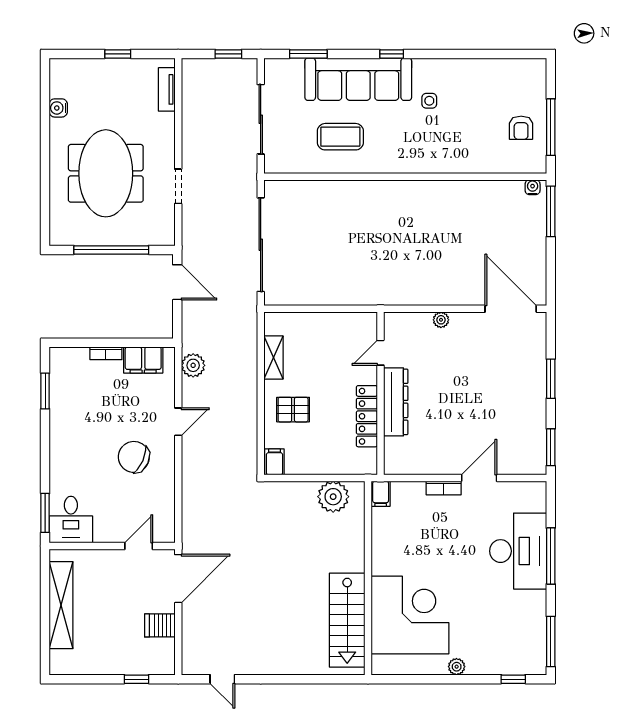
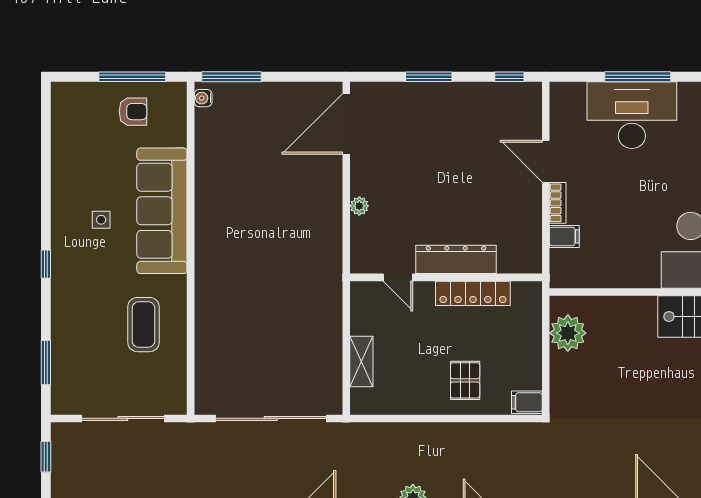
sofa: (358, 79) -> (162, 211), moved, turned 180
shelving: (274, 358) -> (361, 361), moved, turned 90
window: (551, 447) -> (509, 77), width x0.67
filing cabinet: (381, 494) -> (564, 236), moved

